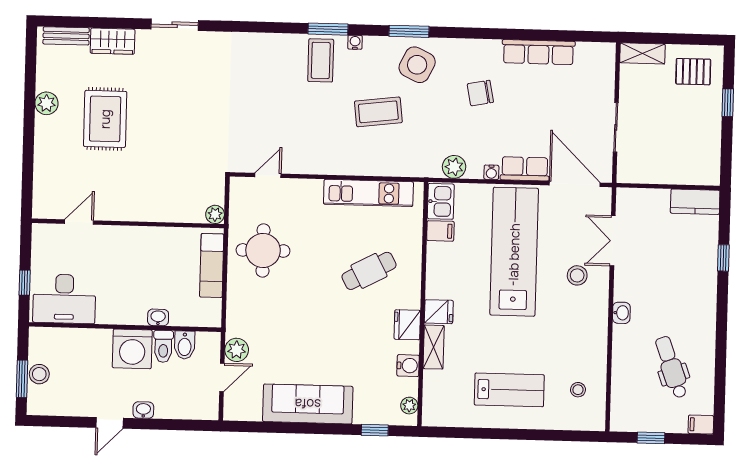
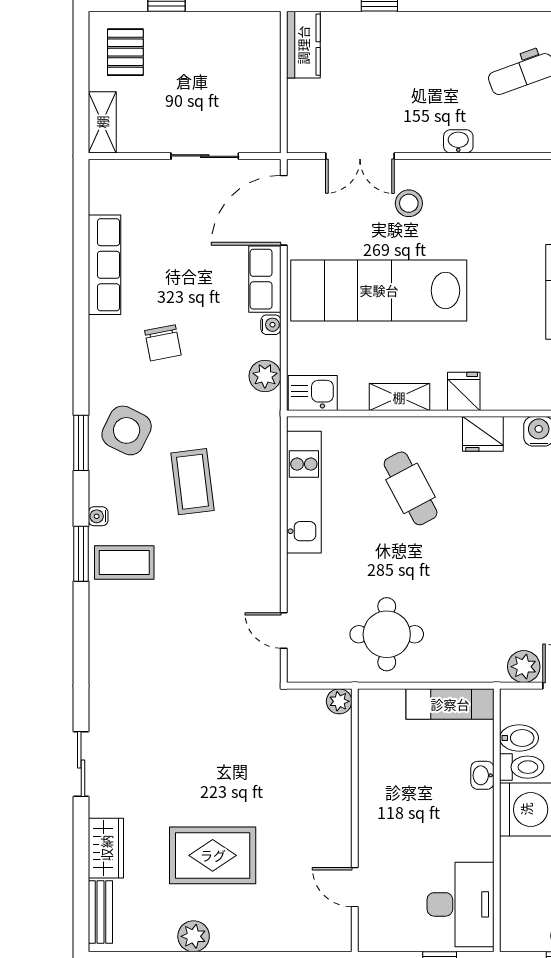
filing cabinet: (440, 231) -> (353, 392), removed
exam couch: (212, 265) -> (450, 704), moved
shelving: (434, 347) -> (399, 397), moved

